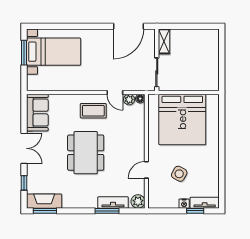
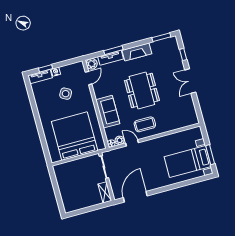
sofa: (37, 113) -> (108, 112), moved, turned 180
door: (146, 170) -> (89, 78), moved
fireplace: (44, 201) -> (137, 52), moved

